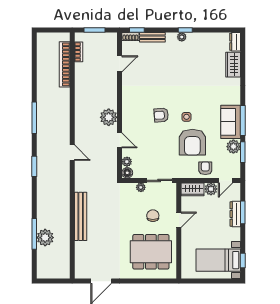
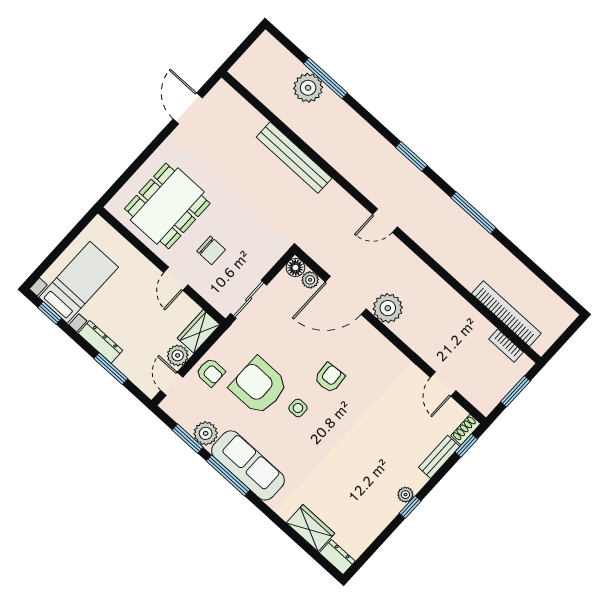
sofa: (231, 122) -> (248, 465), width x1.36
door: (120, 140) -> (346, 295), width x1.87
plant: (141, 187) -> (261, 268), removed
dresser: (235, 214) -> (100, 342), moved

